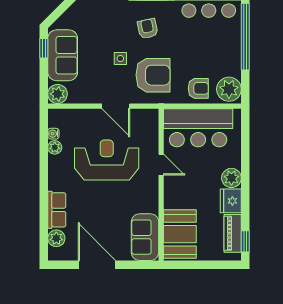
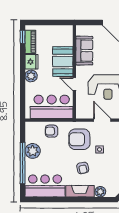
plant: (229, 89) -> (33, 151), moved
booth: (180, 234) -> (63, 62), moved
sofa: (145, 237) -> (84, 51), moved

